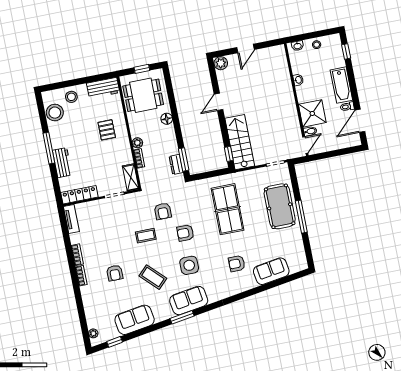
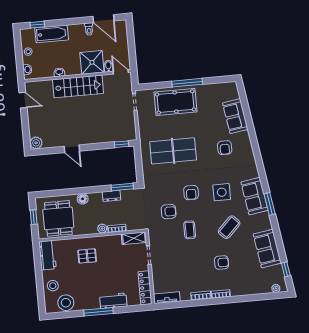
door: (246, 48) -> (23, 100), moved
bathtub: (341, 85) -> (52, 34), moved
stairs: (240, 142) -> (78, 86), moved, turned 180
dresser: (176, 164) -> (111, 196), moved

